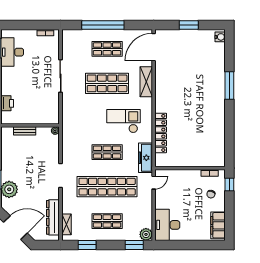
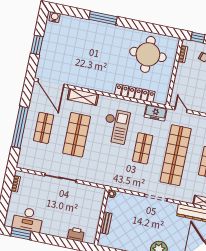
checkout: (124, 121) -> (116, 126), turned 180
round table: (202, 138) -> (148, 54), added
freezer: (145, 158) -> (156, 113), width x0.71

